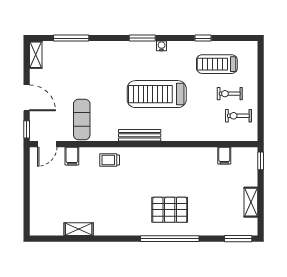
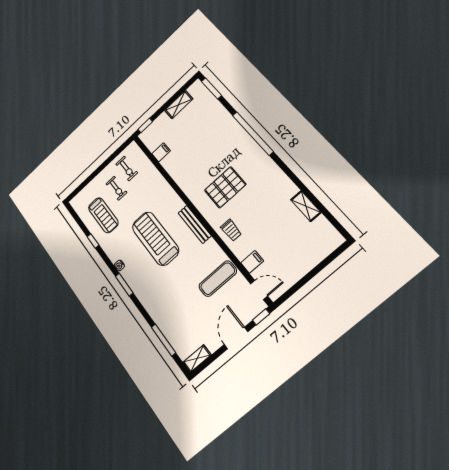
treadmill: (157, 94) -> (155, 239), turned 180
pallet: (170, 210) -> (225, 187), moved, turned 90

